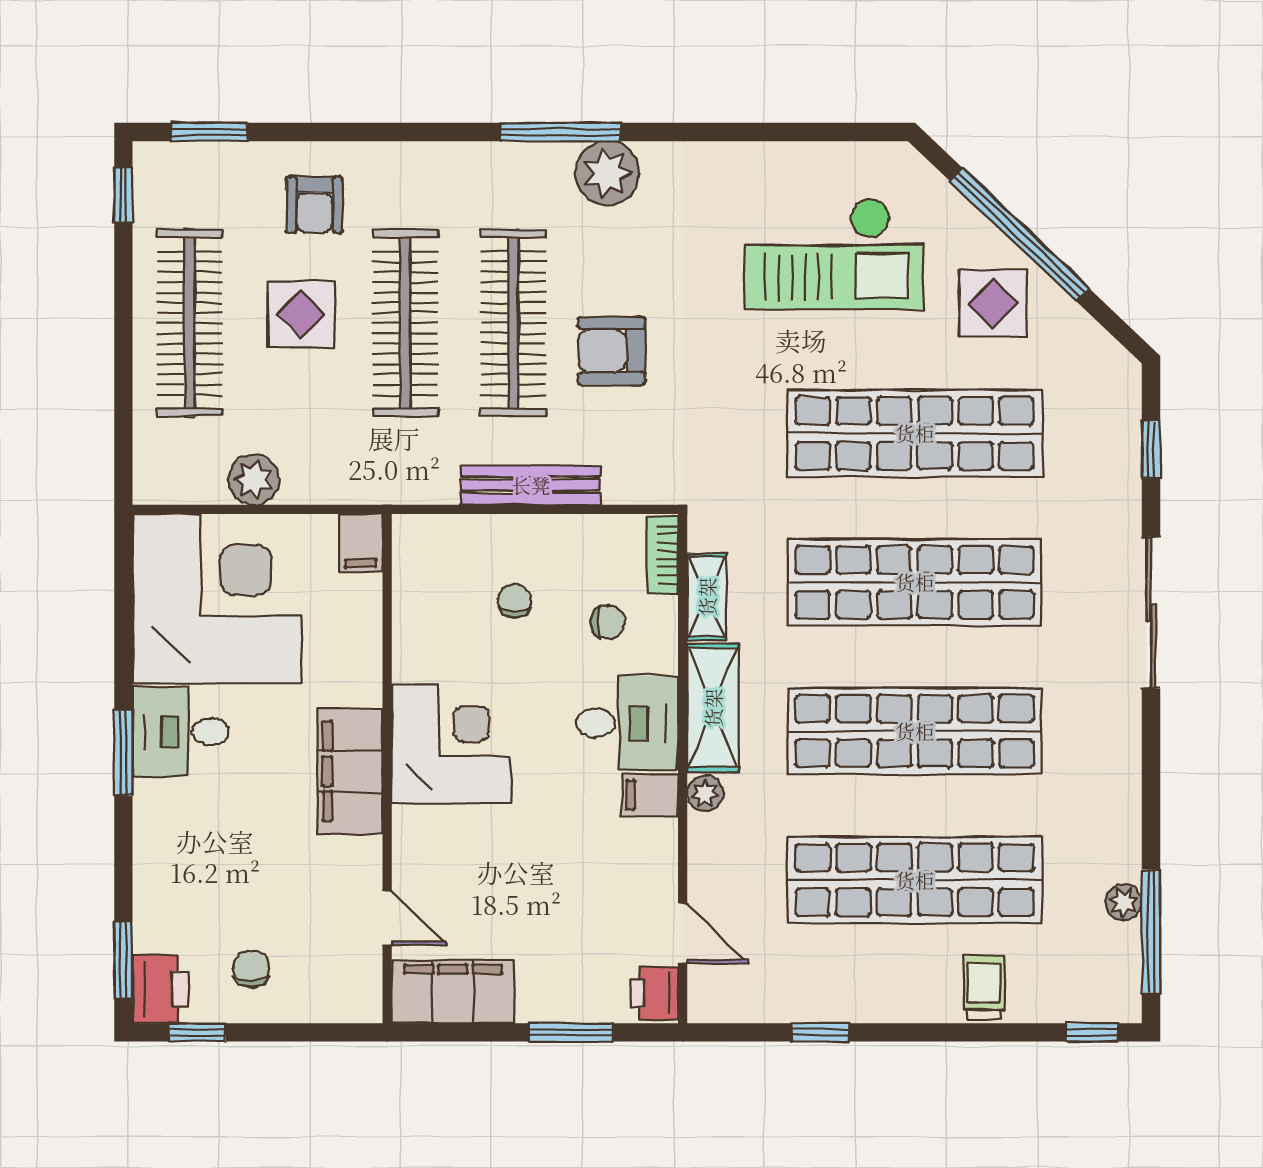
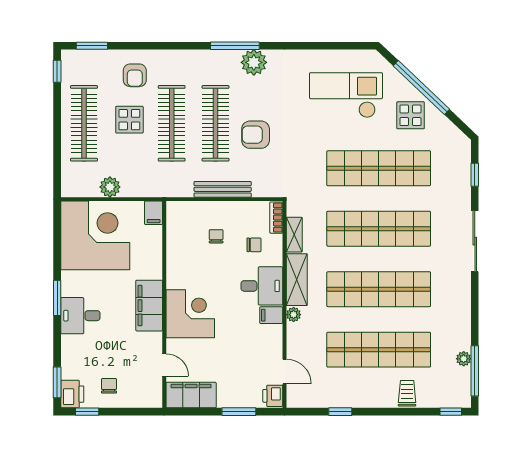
checkout: (834, 254) -> (346, 95), turned 180
desk: (181, 732) -> (80, 316), moved
corner desk: (451, 744) -> (190, 314), moved

